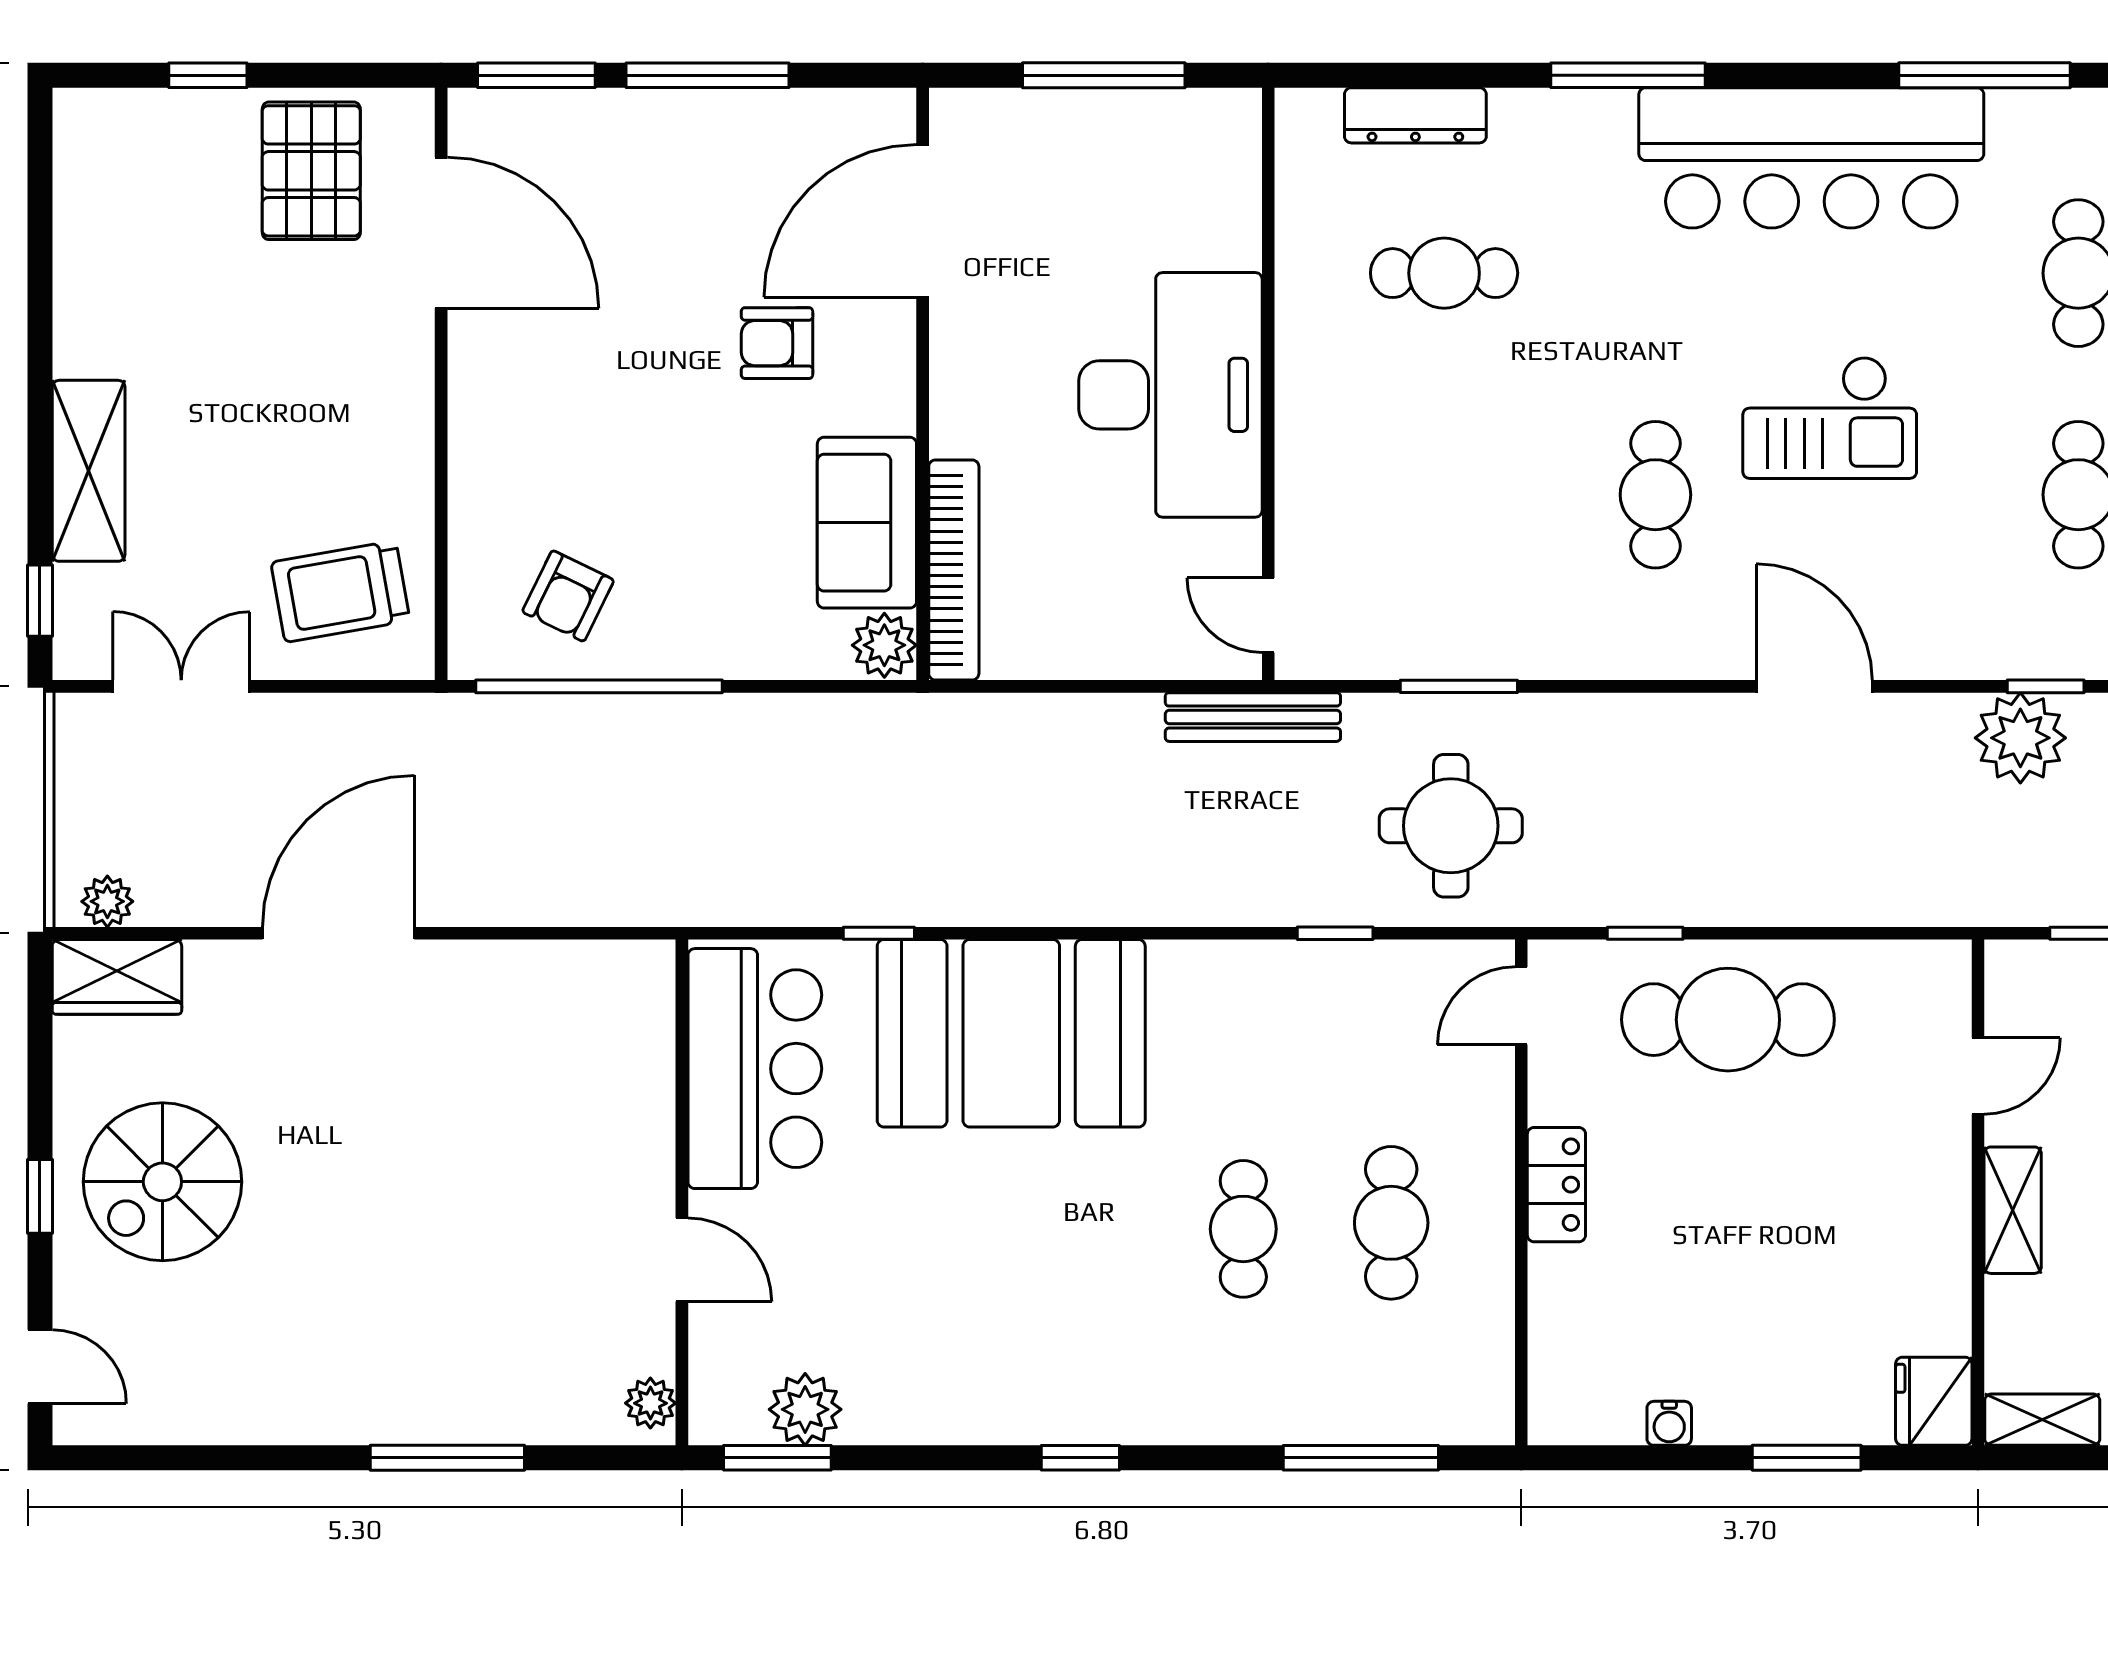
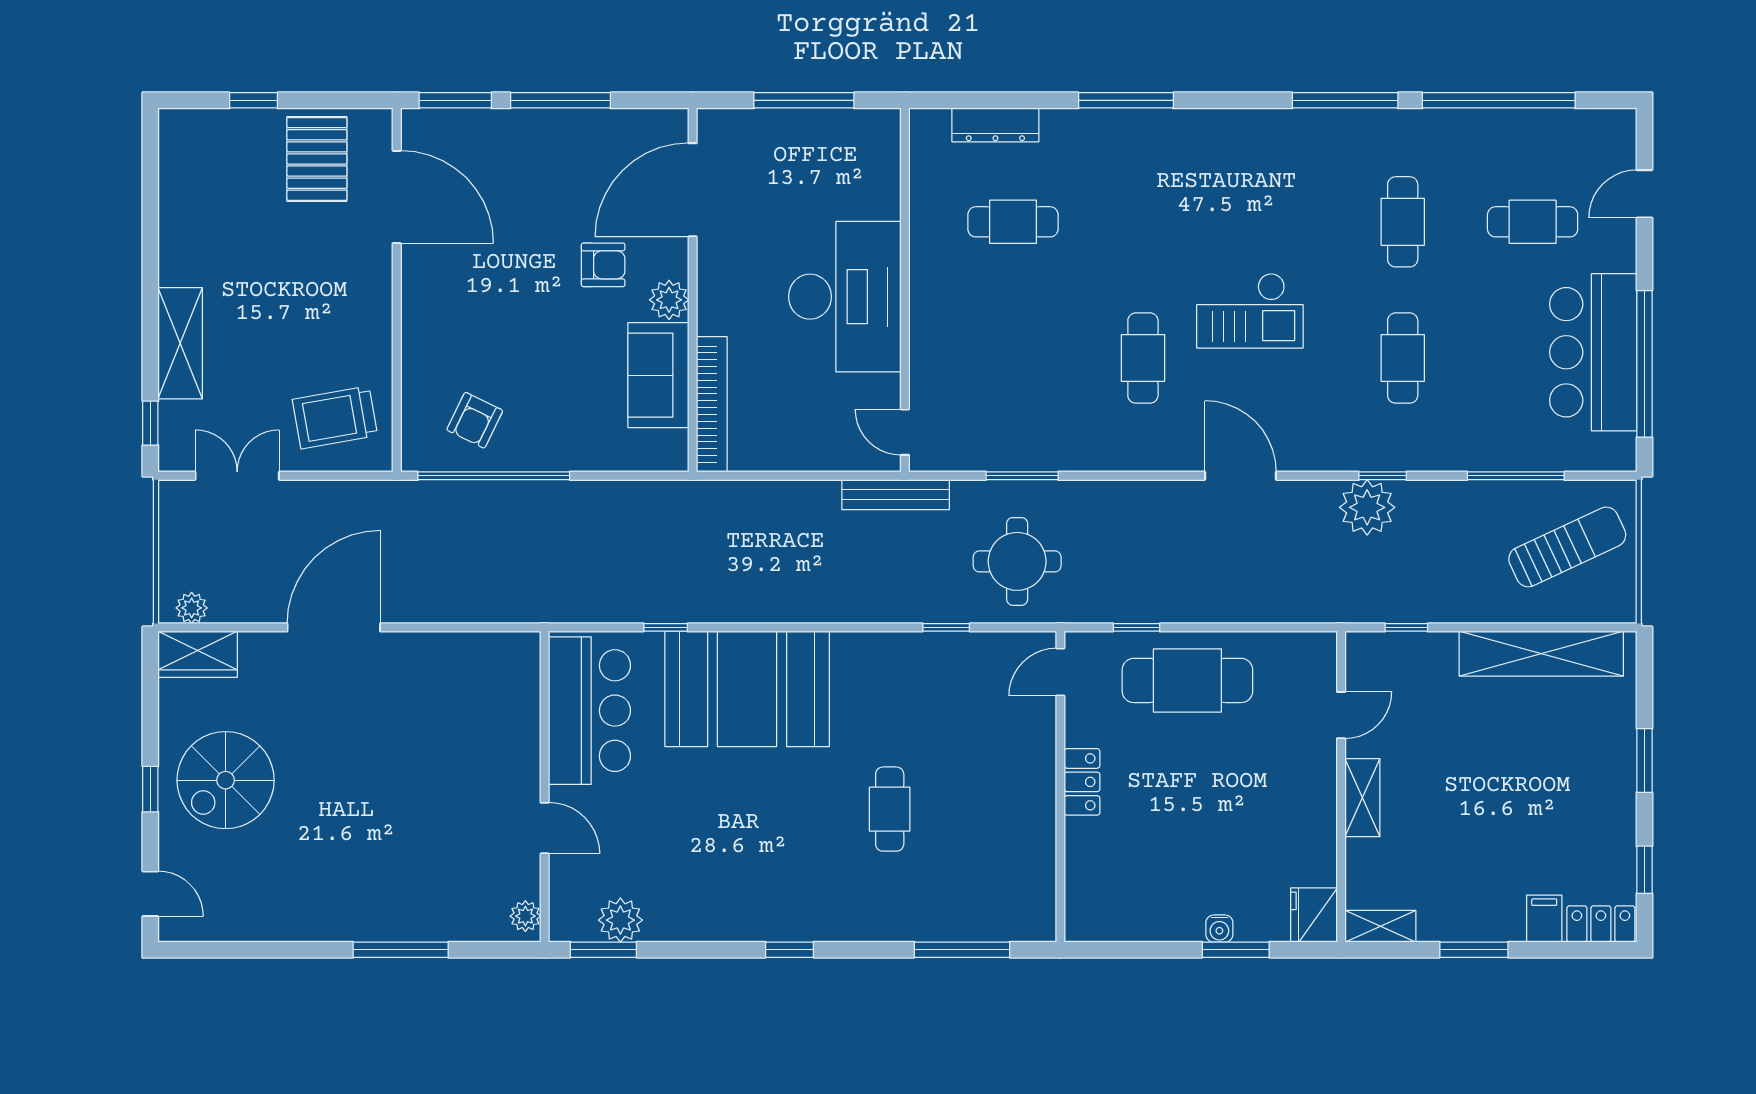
bar counter: (1811, 158) -> (1239, 151), removed
armchair: (777, 343) -> (603, 265), turned 180
plant: (884, 645) -> (669, 300), moved
cafe table: (1391, 1223) -> (980, 805), removed
water cooler: (1669, 1423) -> (1219, 929), moved

